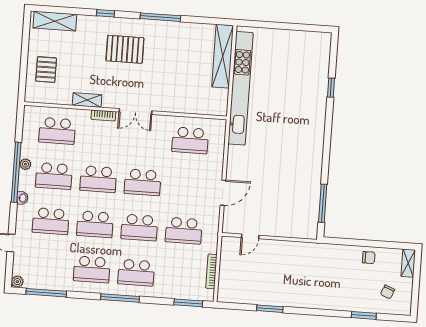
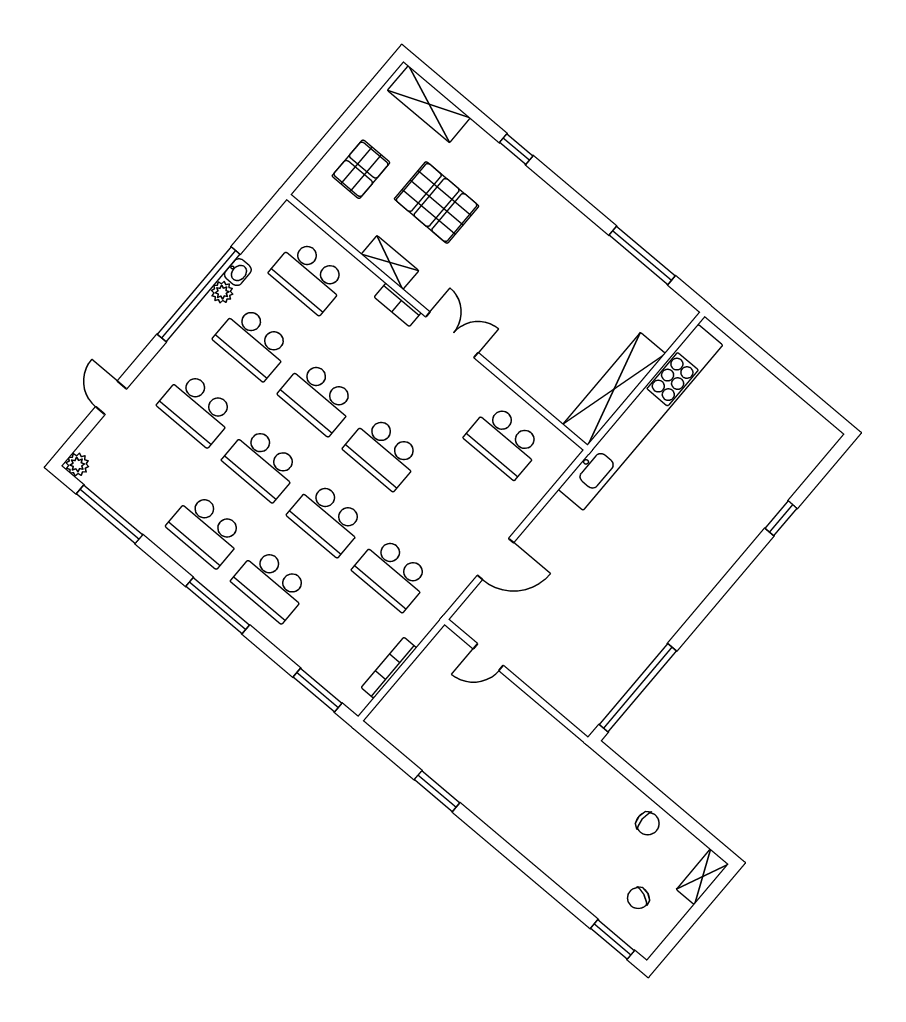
window: (160, 17) -> (642, 255), moved
pallet: (125, 49) -> (437, 202), moved
shelving: (223, 56) -> (614, 389), moved
double door: (135, 111) -> (452, 335), swing flipped
washbasin: (22, 198) -> (238, 272), moved
window: (323, 203) -> (638, 688), width x1.46
window: (364, 315) -> (613, 939), moved

